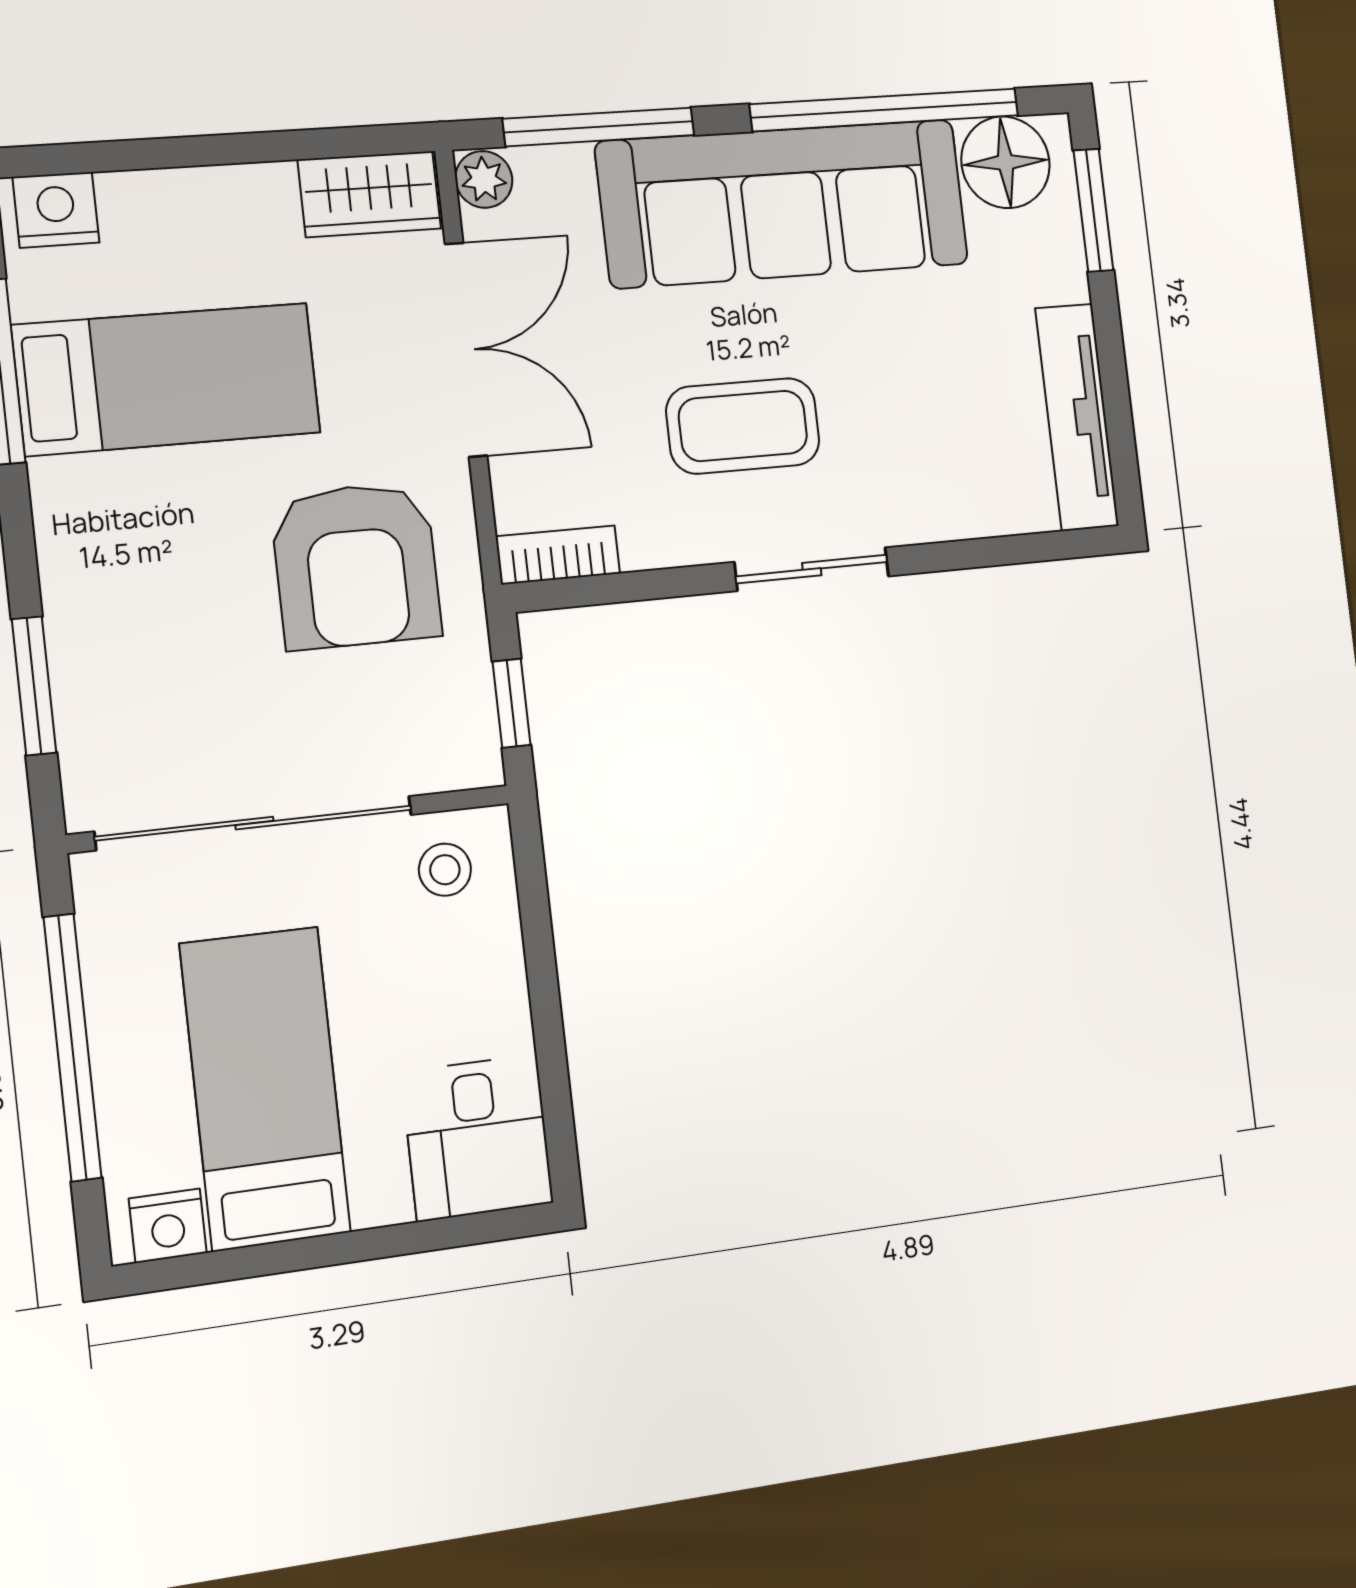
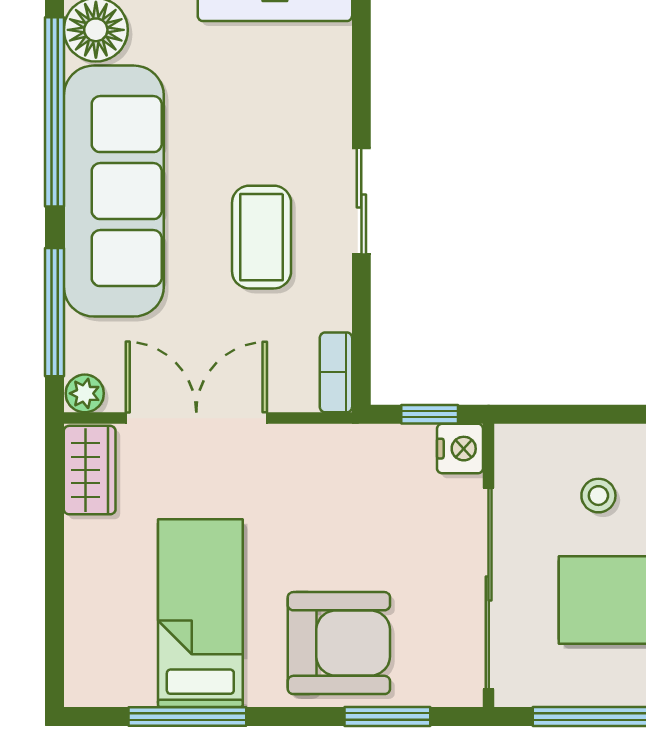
nightstand: (56, 210) -> (460, 449), moved, turned 180
armchair: (356, 565) -> (339, 643), moved
stool: (445, 870) -> (598, 496), moved

